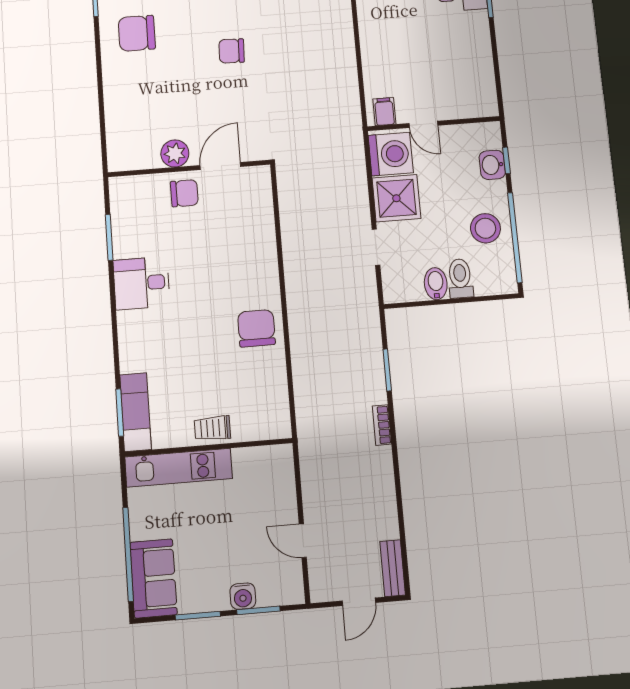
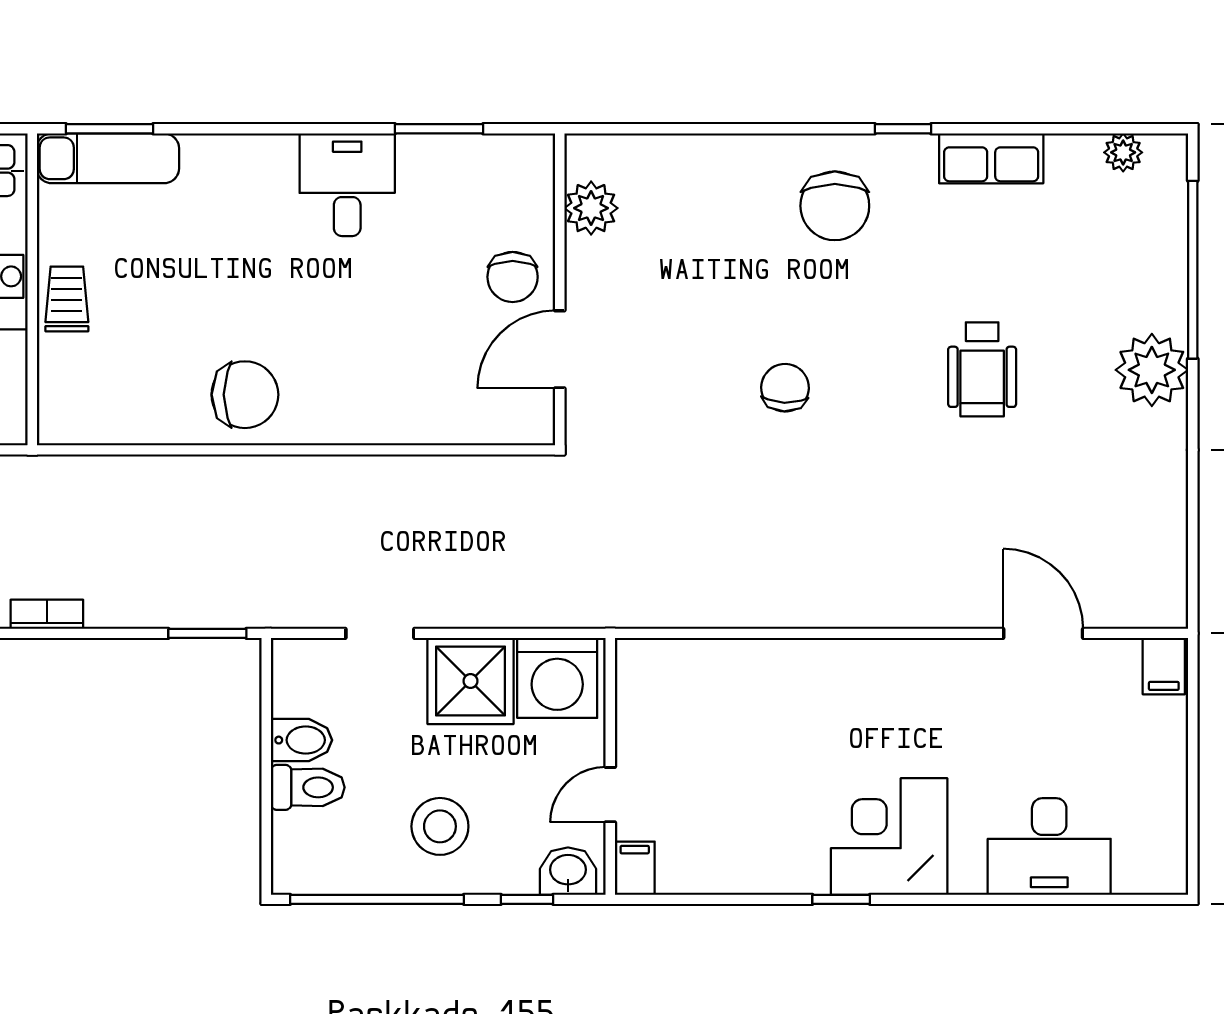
chair: (137, 33) -> (835, 206), turned 180
filing cabinet: (384, 112) -> (635, 868), moved, turned -90
door: (423, 124) -> (610, 795), moved
plant: (175, 153) -> (591, 208), moved
washbasin: (492, 165) -> (568, 871), moved
door: (220, 166) -> (560, 349), swing flipped
stool: (485, 228) -> (440, 826), moved
window: (387, 370) -> (207, 633), moved

